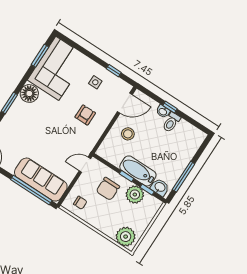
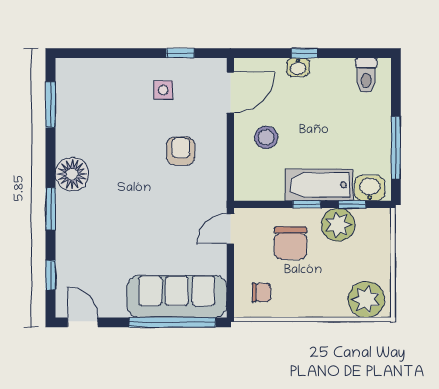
corner sofa: (57, 68) -> (90, 107), removed
toilet: (171, 122) -> (366, 75), moved

